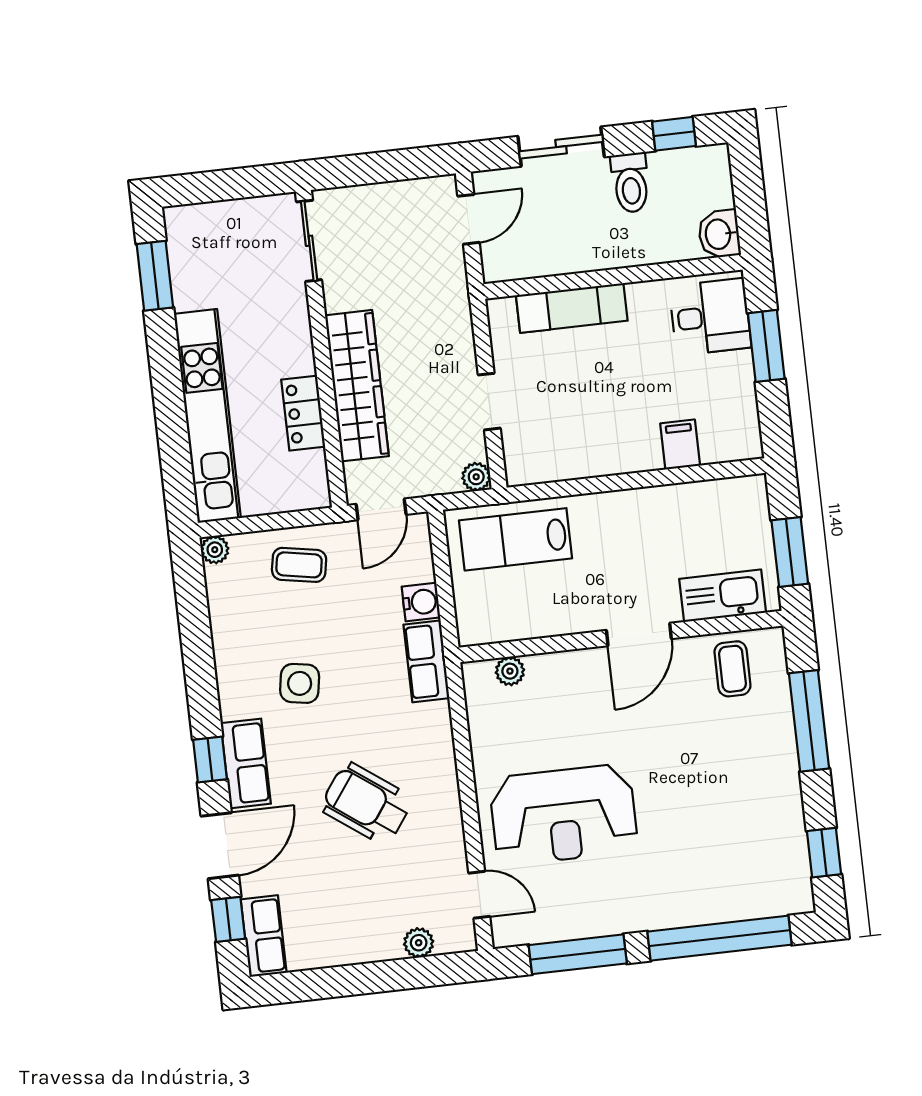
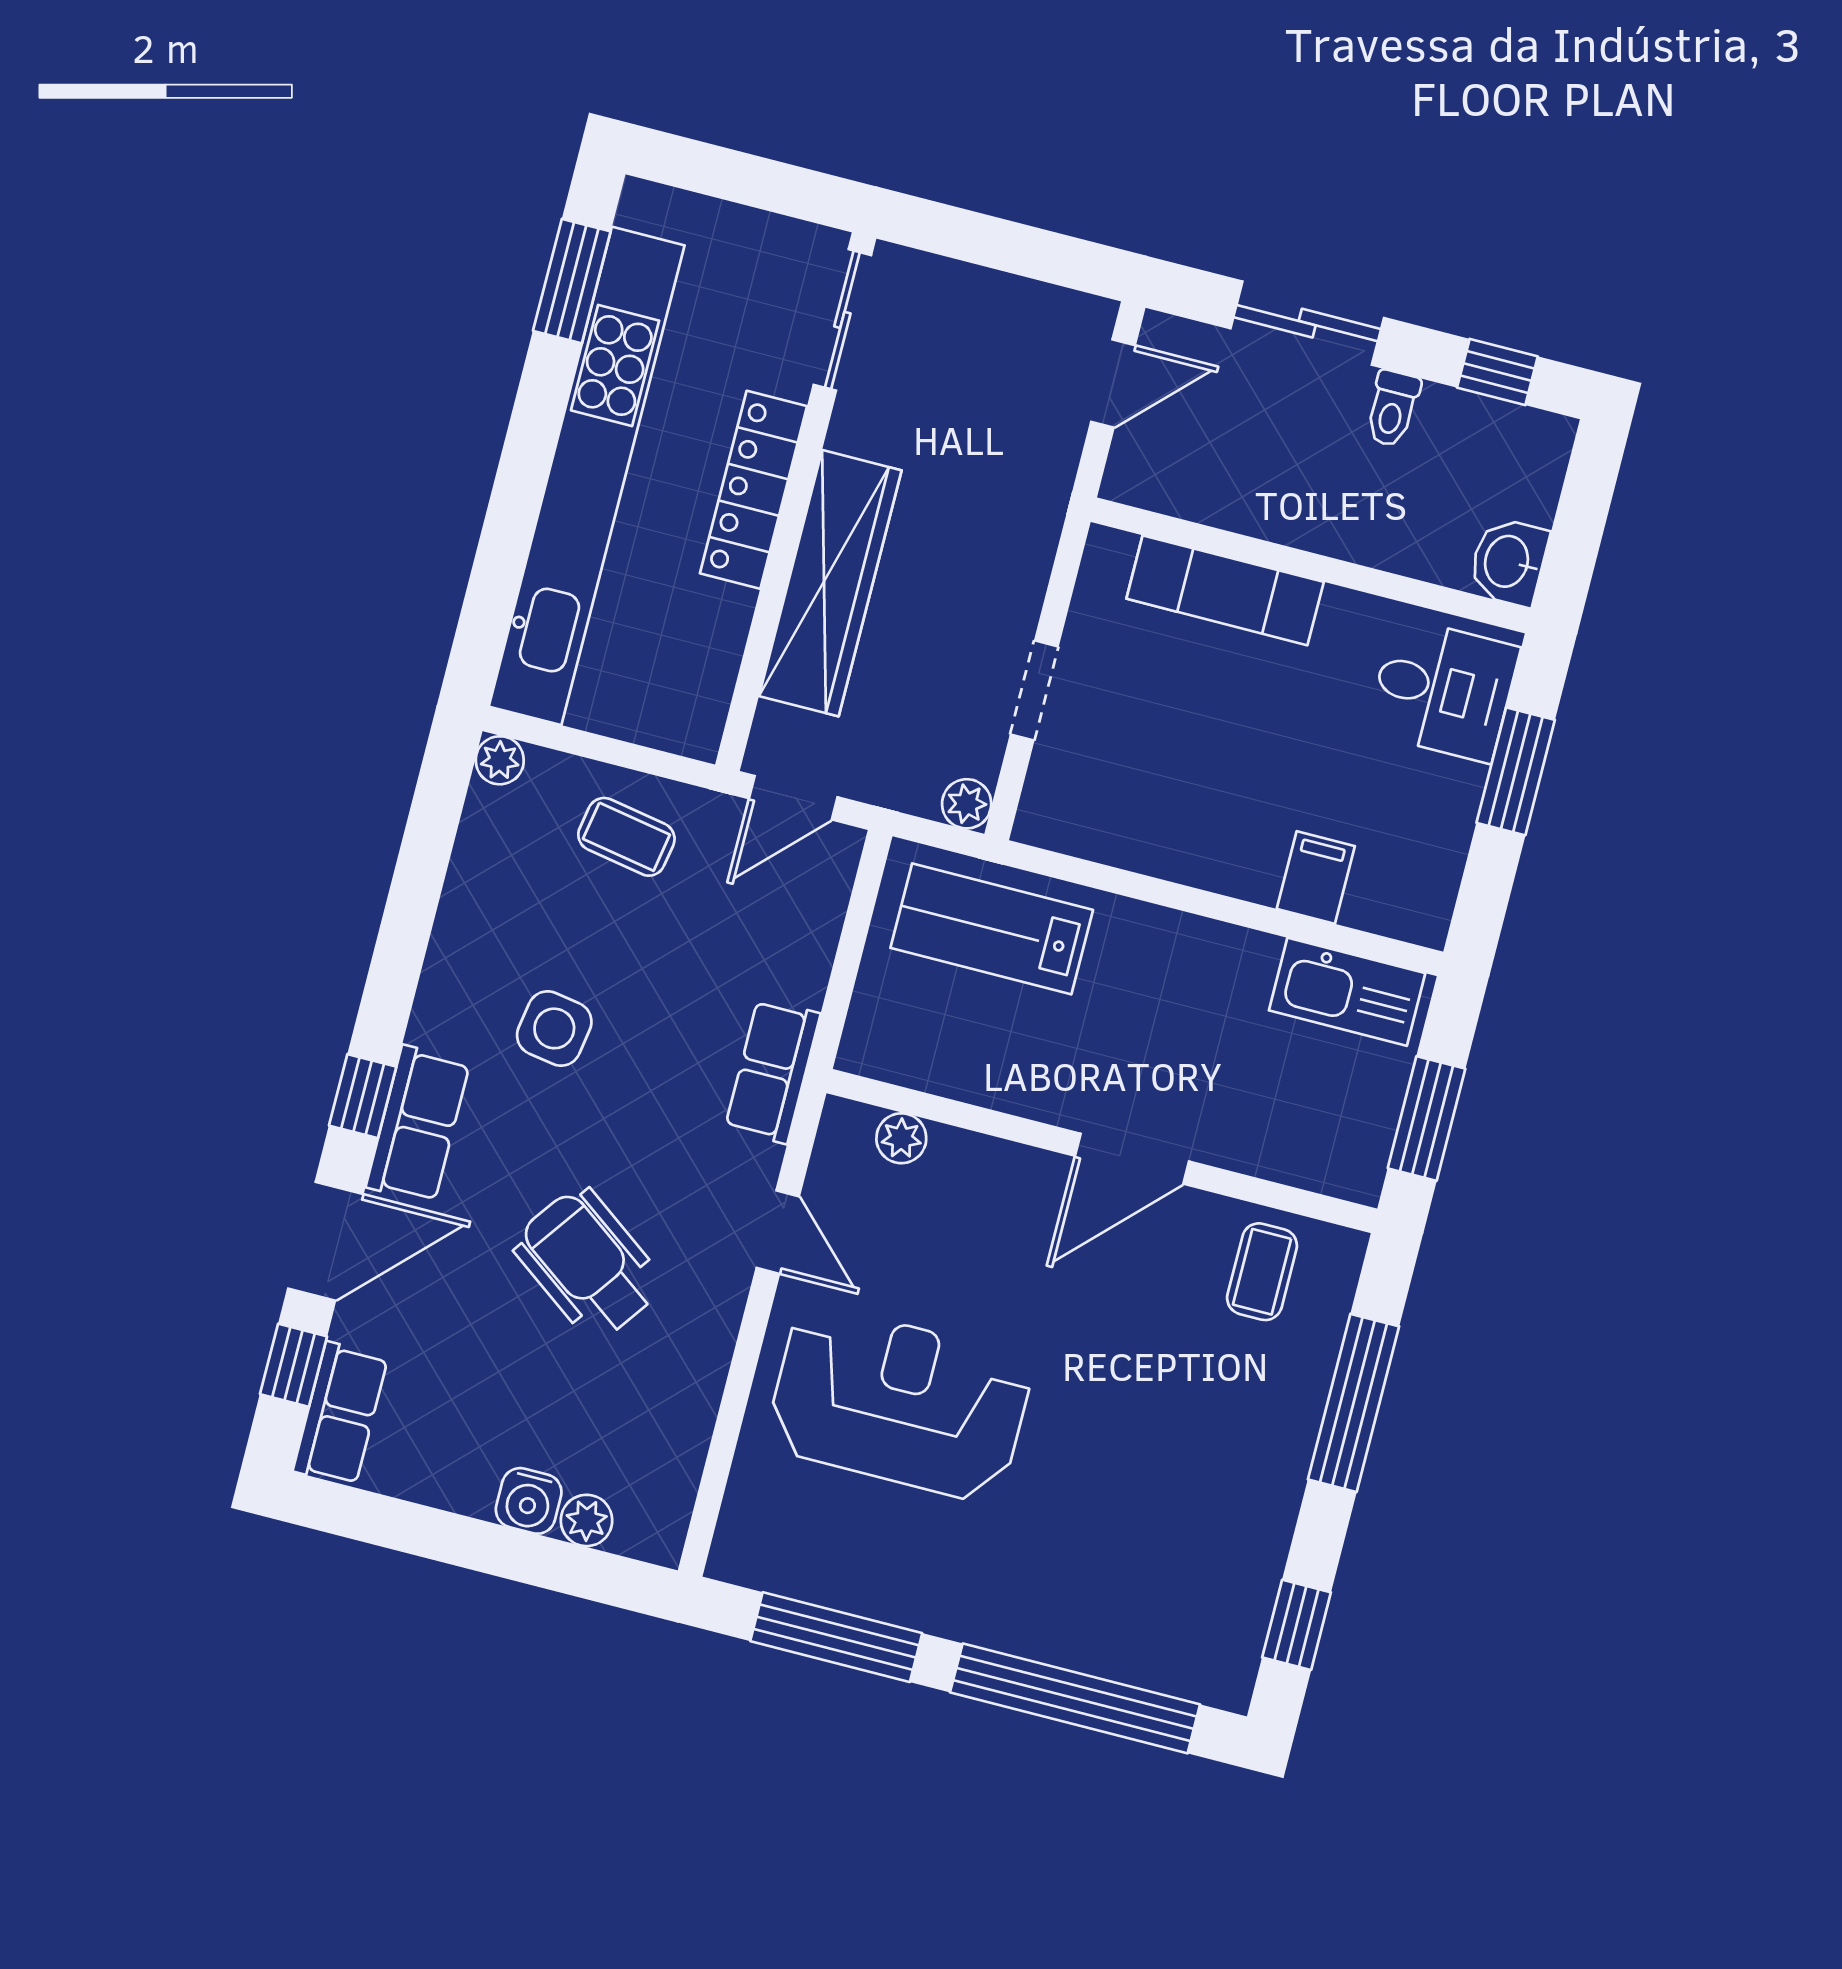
toilet: (630, 183) -> (1392, 409), width x0.73, depth x0.72
locker: (303, 413) -> (753, 490), moved, width x1.53
kitchen unit: (207, 416) -> (587, 476), width x1.36
kitchen sink: (723, 596) -> (1347, 992), moved, turned 180
water cooler: (421, 602) -> (529, 1501), moved, turned 90
reception desk: (563, 815) -> (899, 1403), turned 180
door: (479, 895) -> (778, 1232), moved

